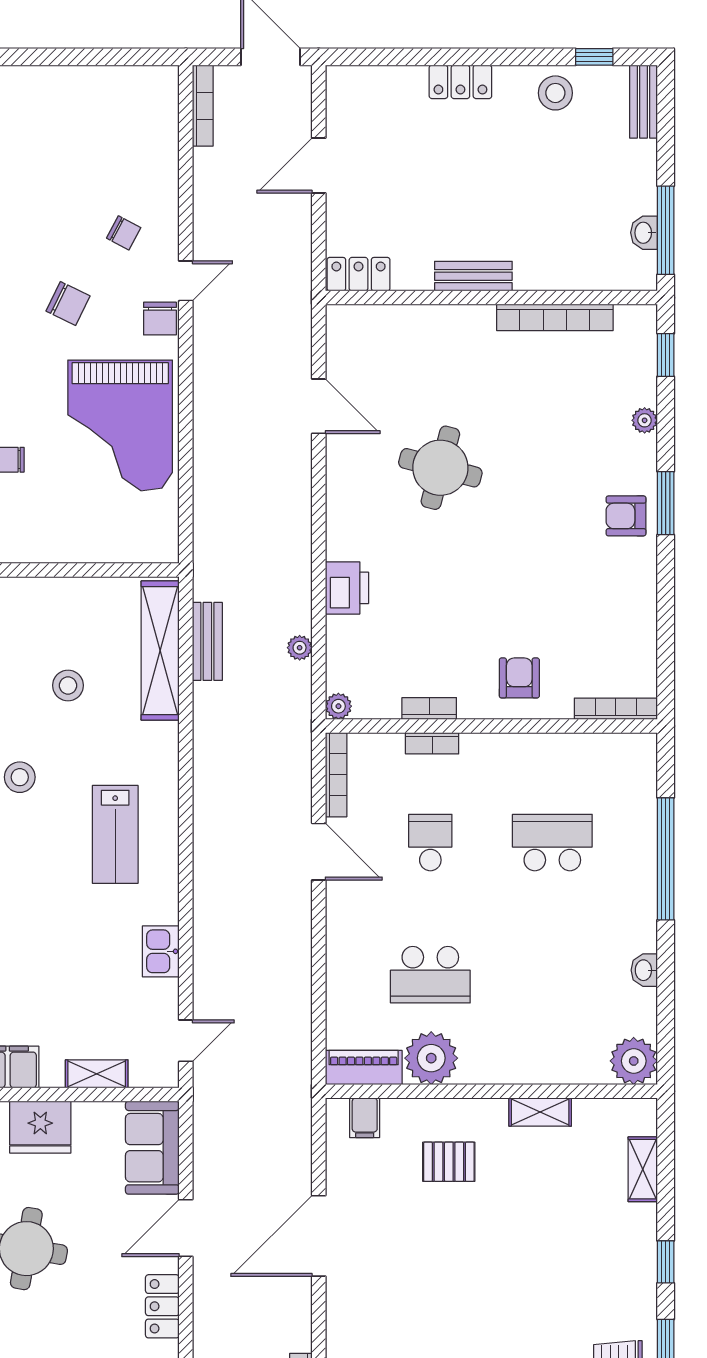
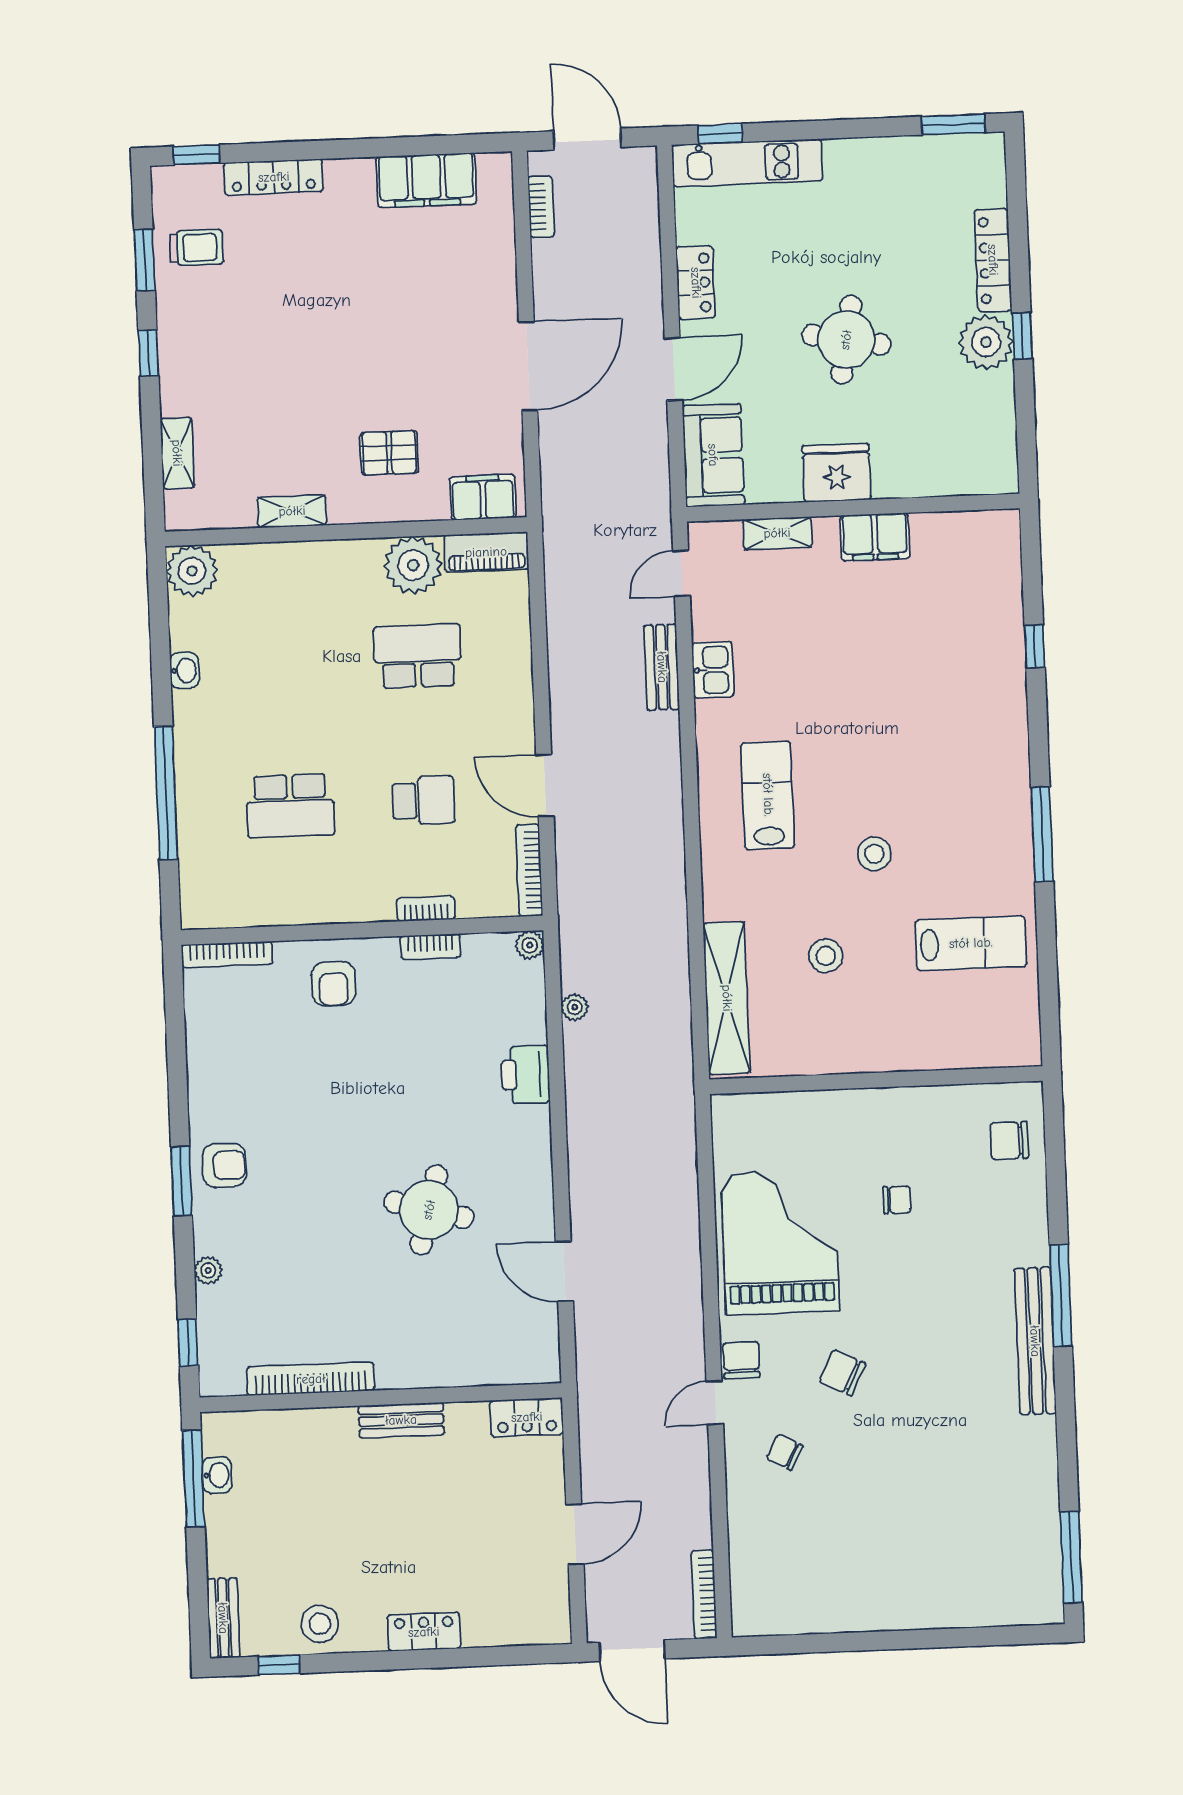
bench: (207, 641) -> (662, 667), moved
school desk: (430, 843) -> (423, 800), turned -90
filing cabinet: (365, 1118) -> (483, 497), width x2.00

